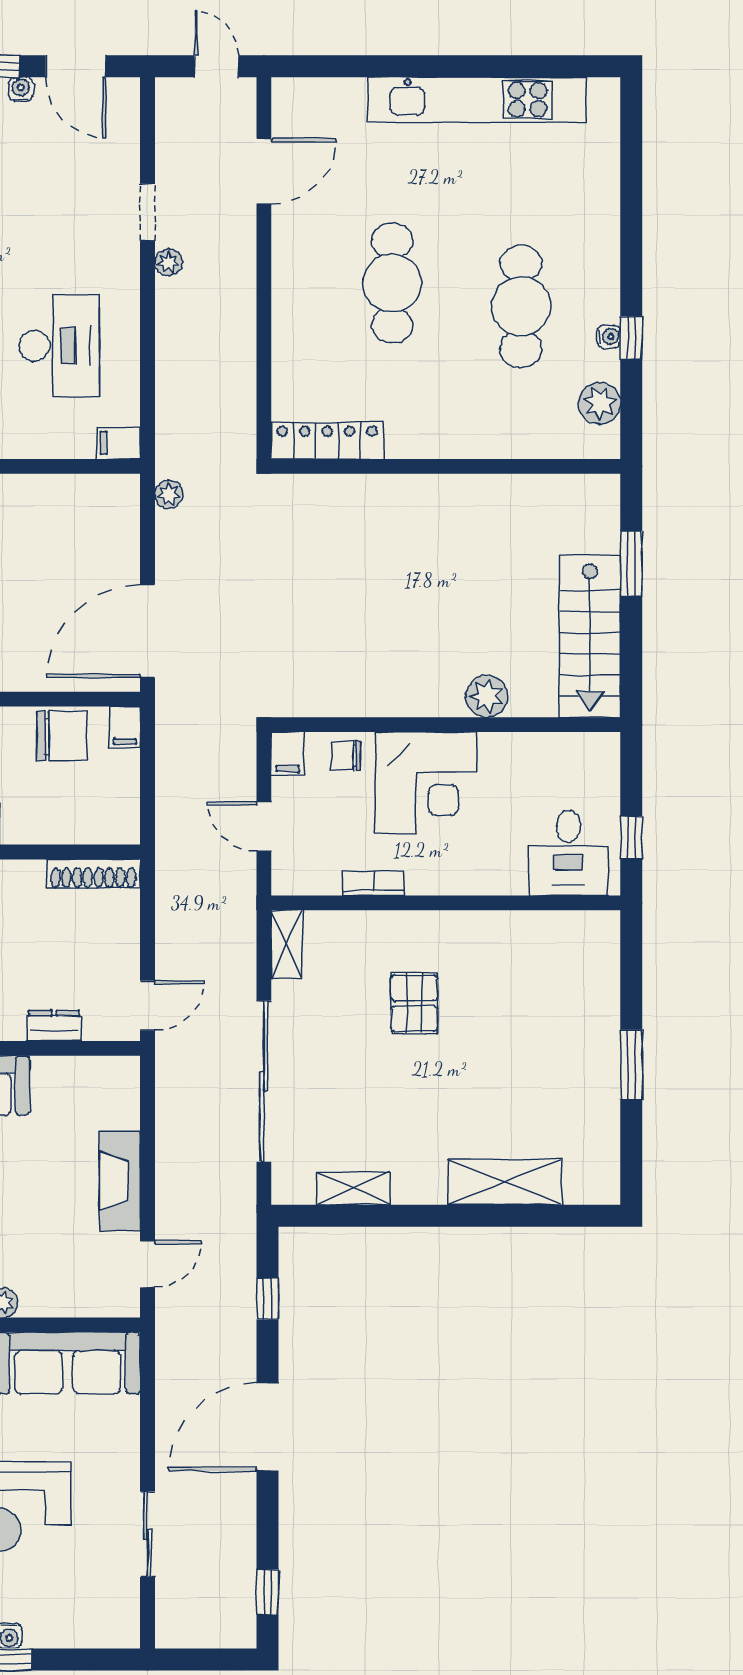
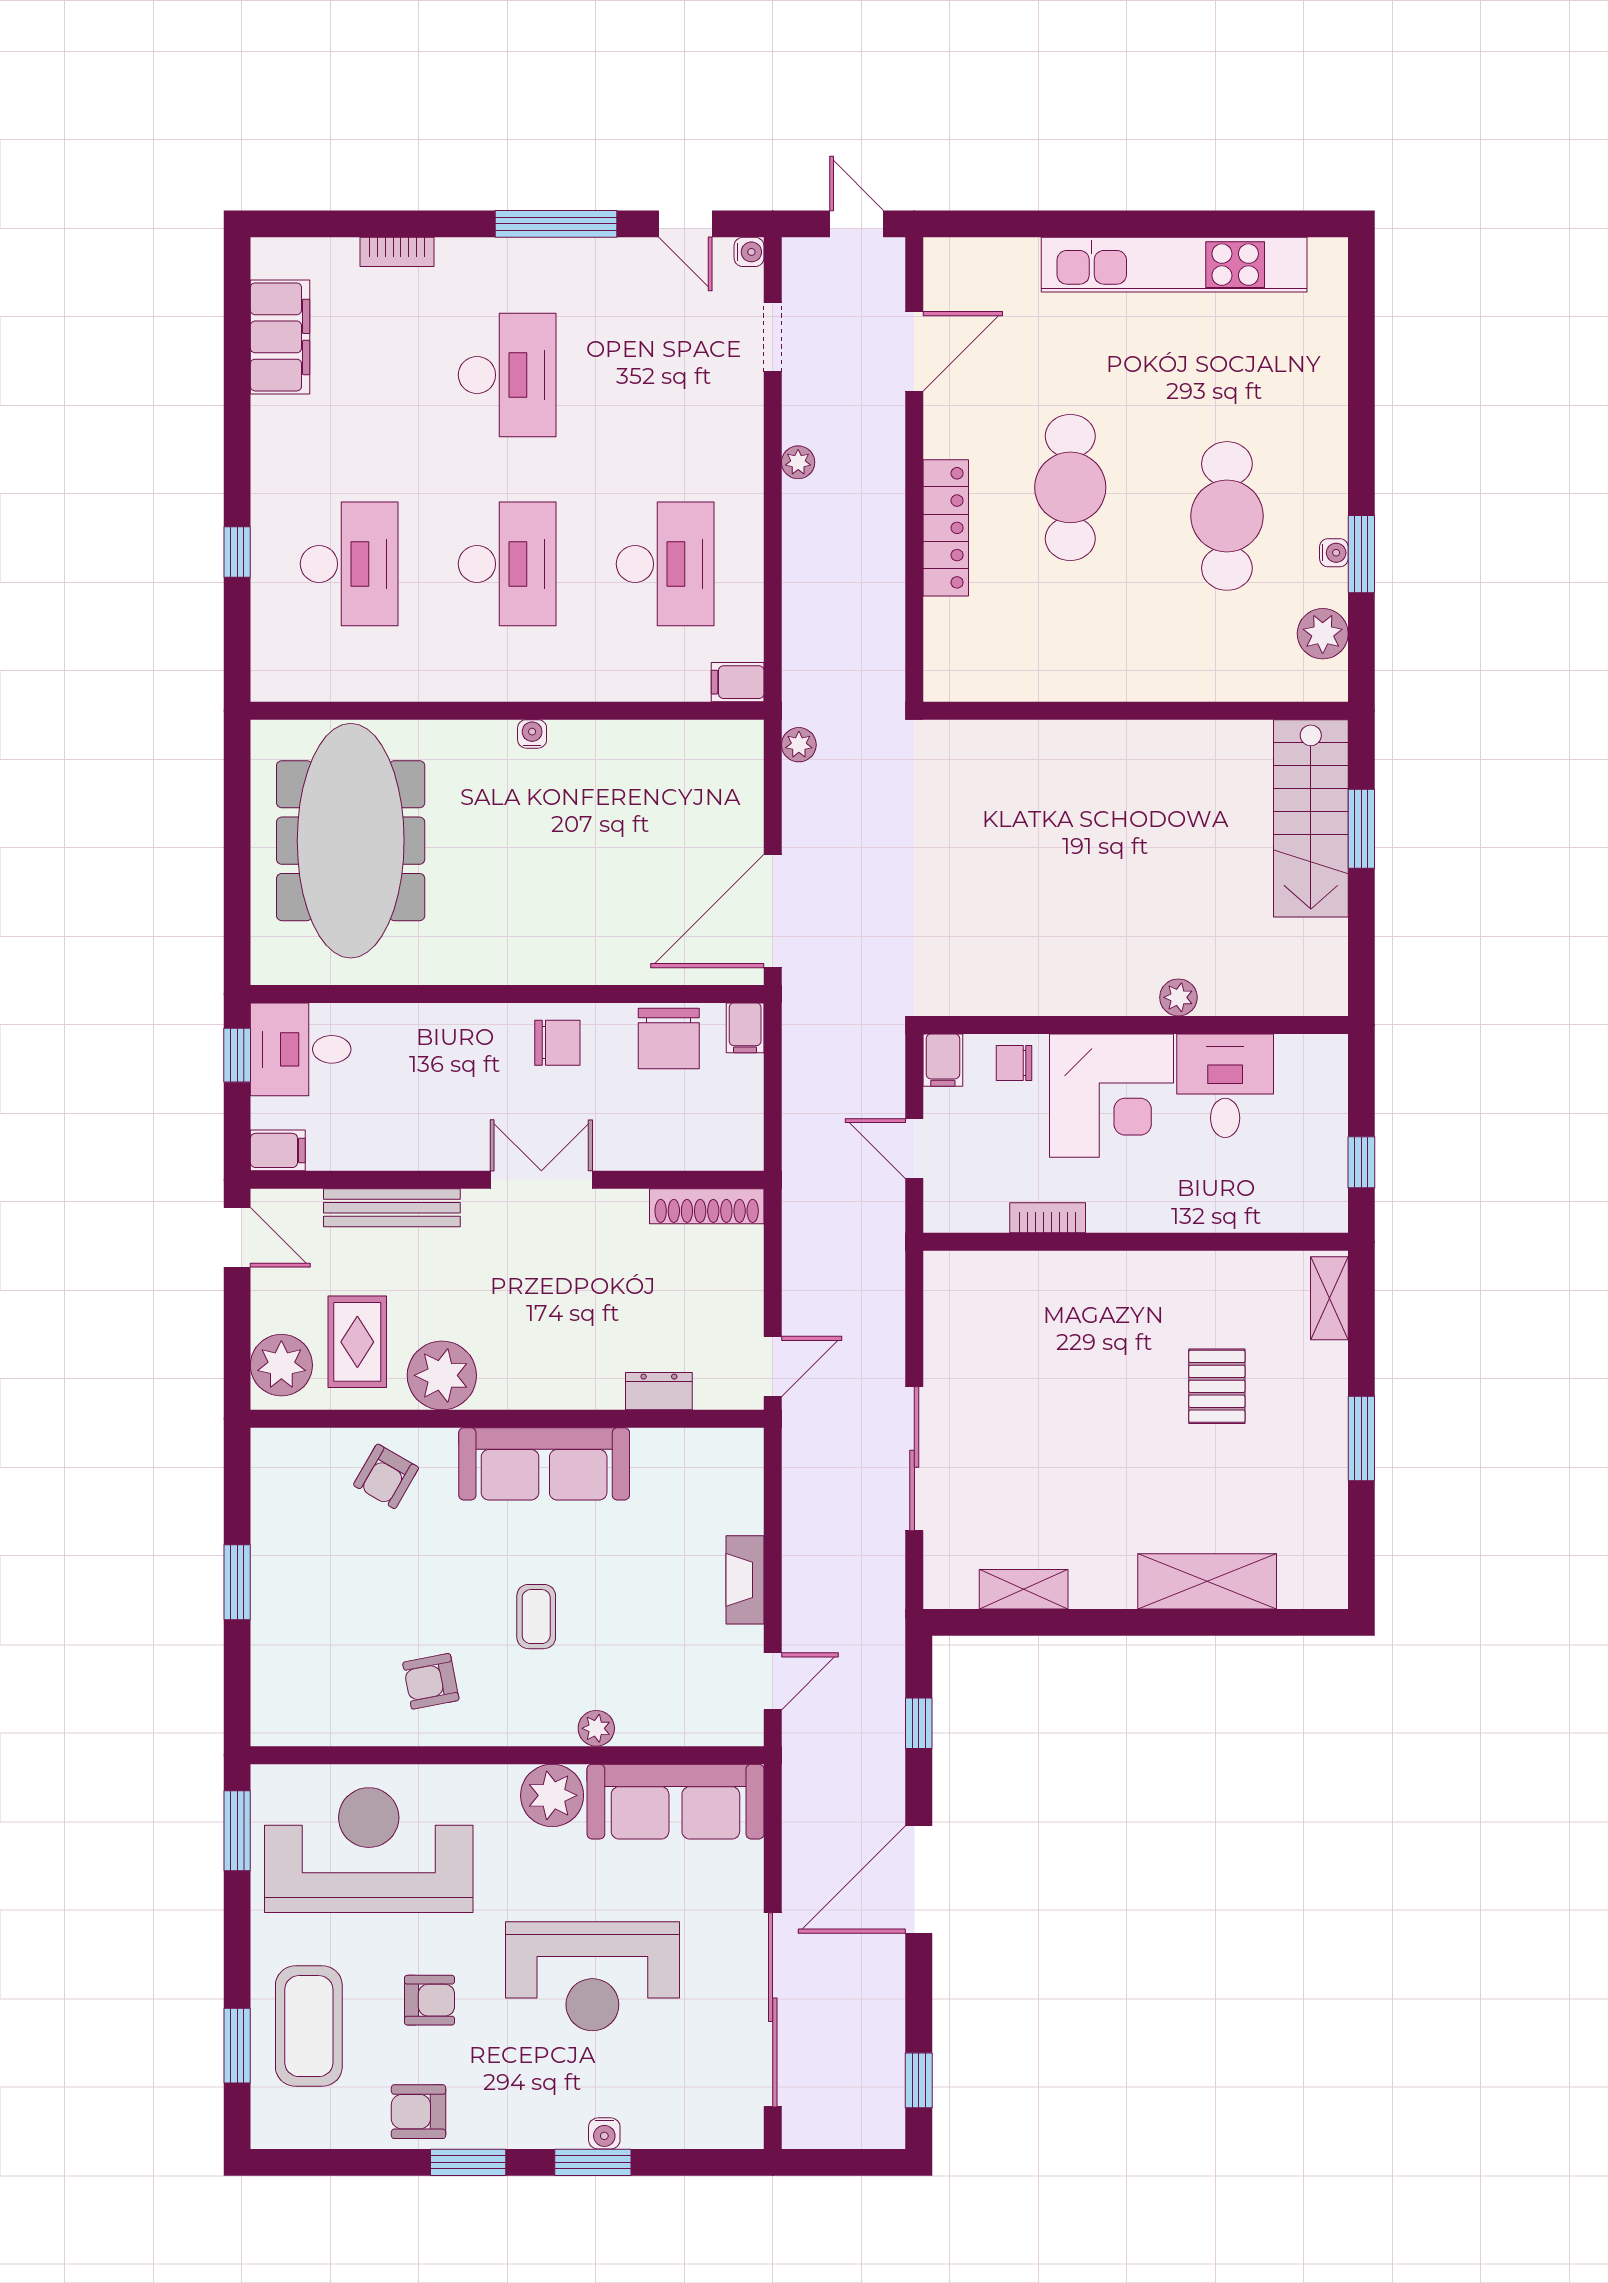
door: (76, 66) -> (685, 224), width x0.73
water cooler: (21, 89) -> (749, 252), moved, turned 90
doorway: (148, 212) -> (773, 337), moved
window: (631, 338) -> (1361, 554), width x1.50
locker: (327, 441) -> (946, 528), moved, turned 90
stairs: (590, 636) -> (1311, 818), moved
plant: (487, 696) -> (1178, 997), width x0.73, depth x0.73
chair: (62, 736) -> (669, 1038), turned 90
desk: (568, 853) -> (1225, 1086), moved, turned 180
shelving: (287, 944) -> (1329, 1298), moved
pallet: (414, 1003) -> (1217, 1386), moved
sliding door: (264, 1081) -> (914, 1459), width x0.73
fireplace: (120, 1181) -> (745, 1580), width x0.73, depth x0.76
sliding door: (148, 1534) -> (773, 2010), width x1.86

